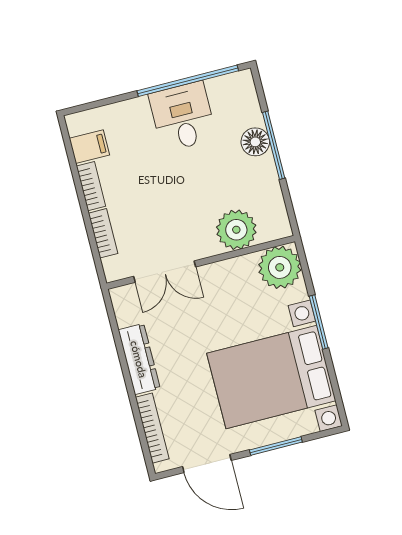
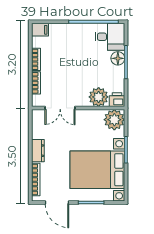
desk: (183, 117) -> (110, 37), moved, turned 90
filing cabinet: (89, 147) -> (40, 30), moved
printer: (275, 226) -> (117, 100), added
dresser: (139, 359) -> (38, 151), width x0.70

